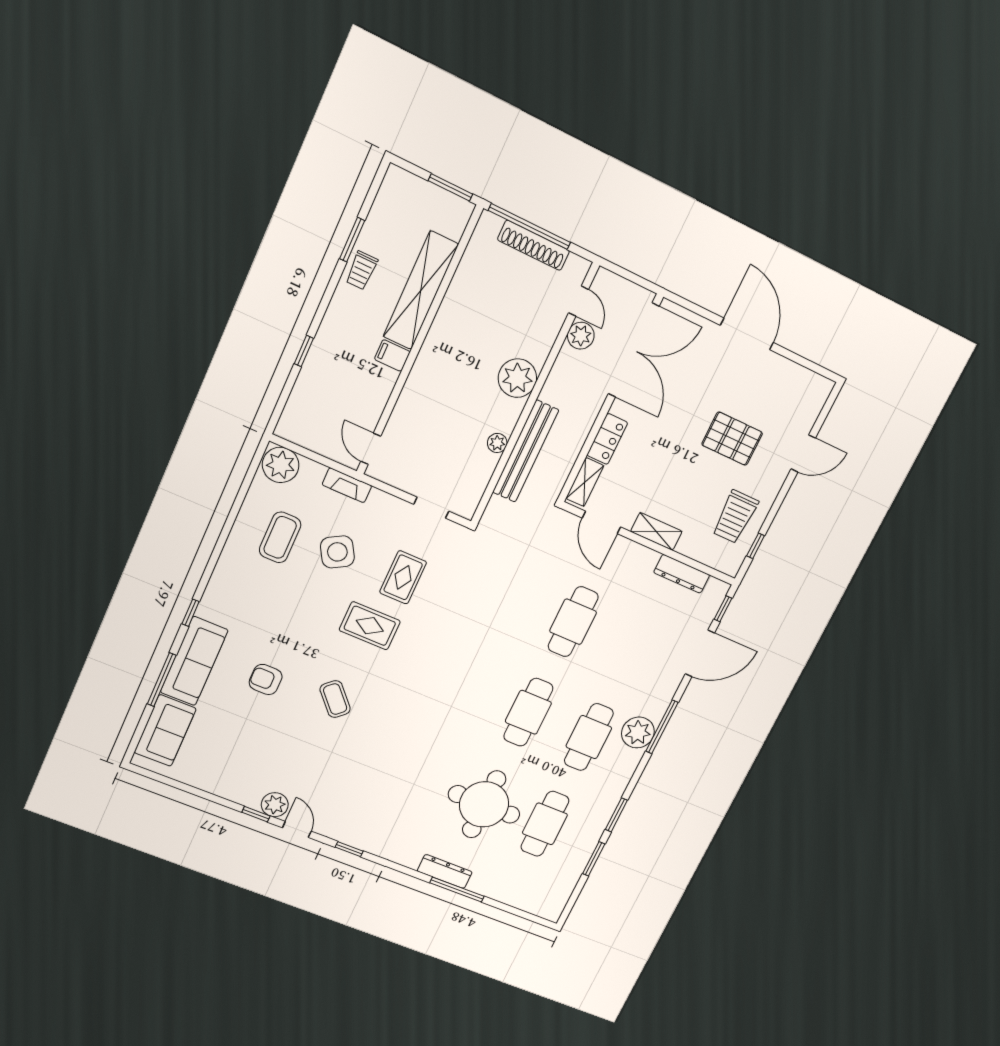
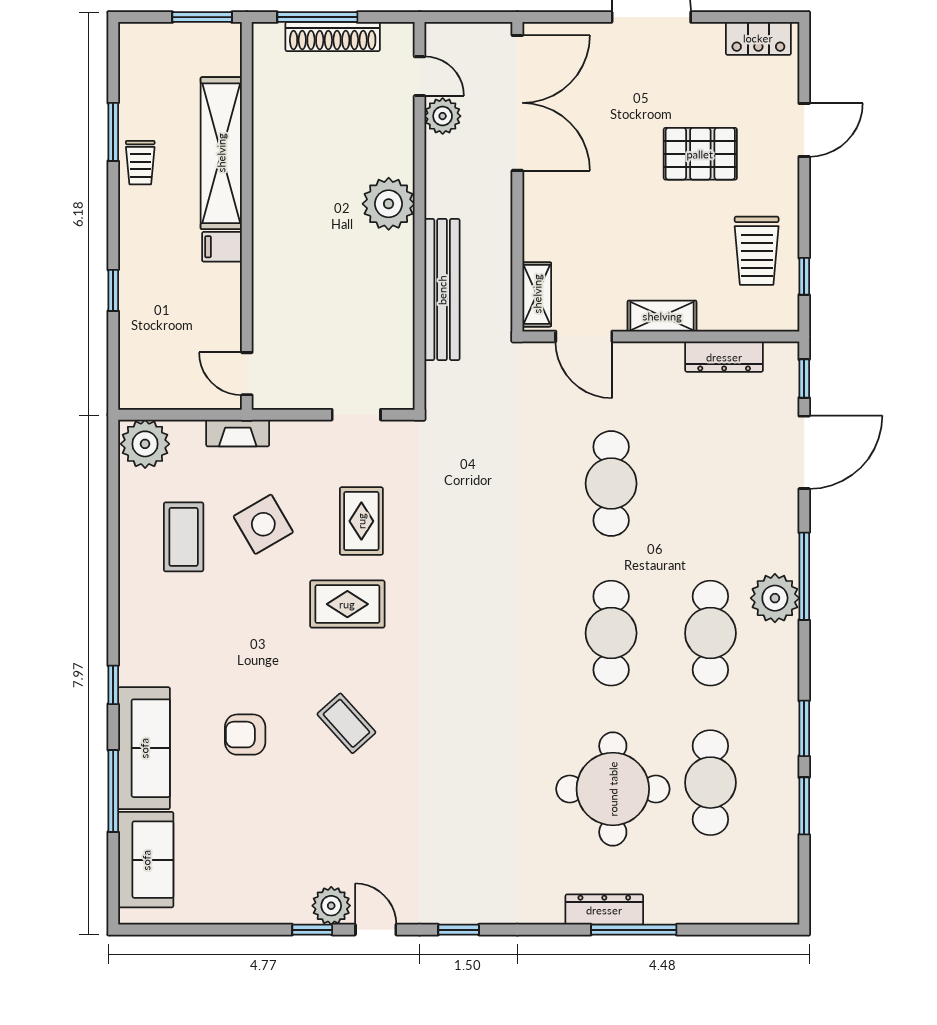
window: (529, 226) -> (317, 17), width x0.68
locker: (607, 439) -> (758, 38), moved, turned 90
plant: (497, 443) -> (401, 295), removed

